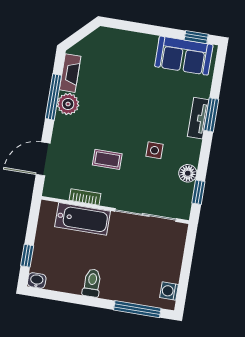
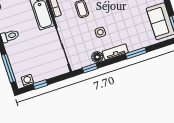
tv unit: (198, 118) -> (115, 52), moved
window: (185, 276) -> (40, 85), added

